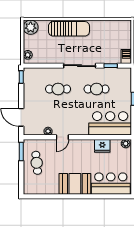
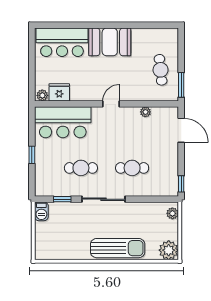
sun lounger: (69, 29) -> (118, 248), turned 180
door: (62, 137) -> (111, 104), moved
fridge: (102, 146) -> (59, 92), moved

